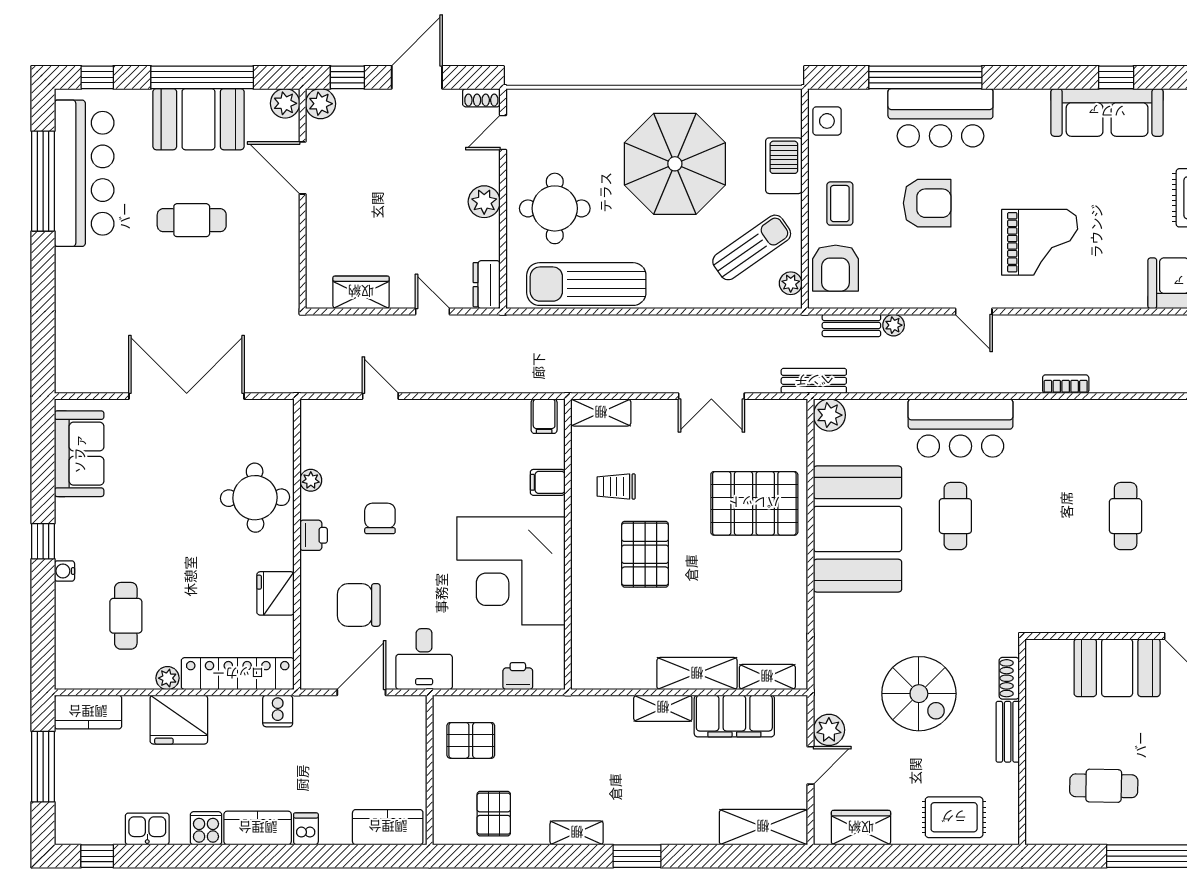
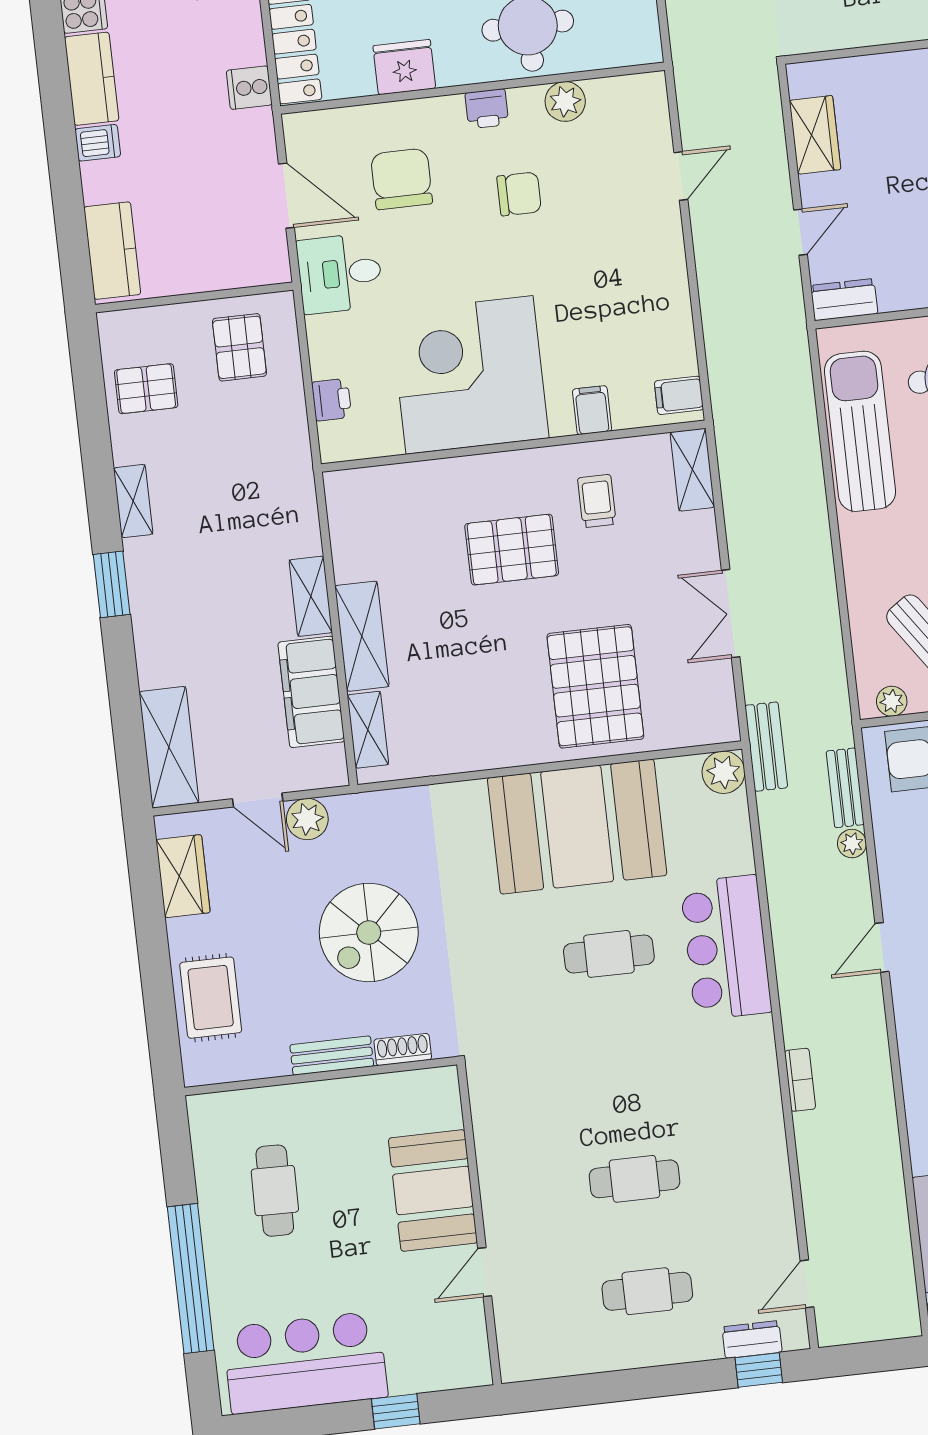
plant: (311, 480) -> (565, 101), width x1.38, depth x1.38

